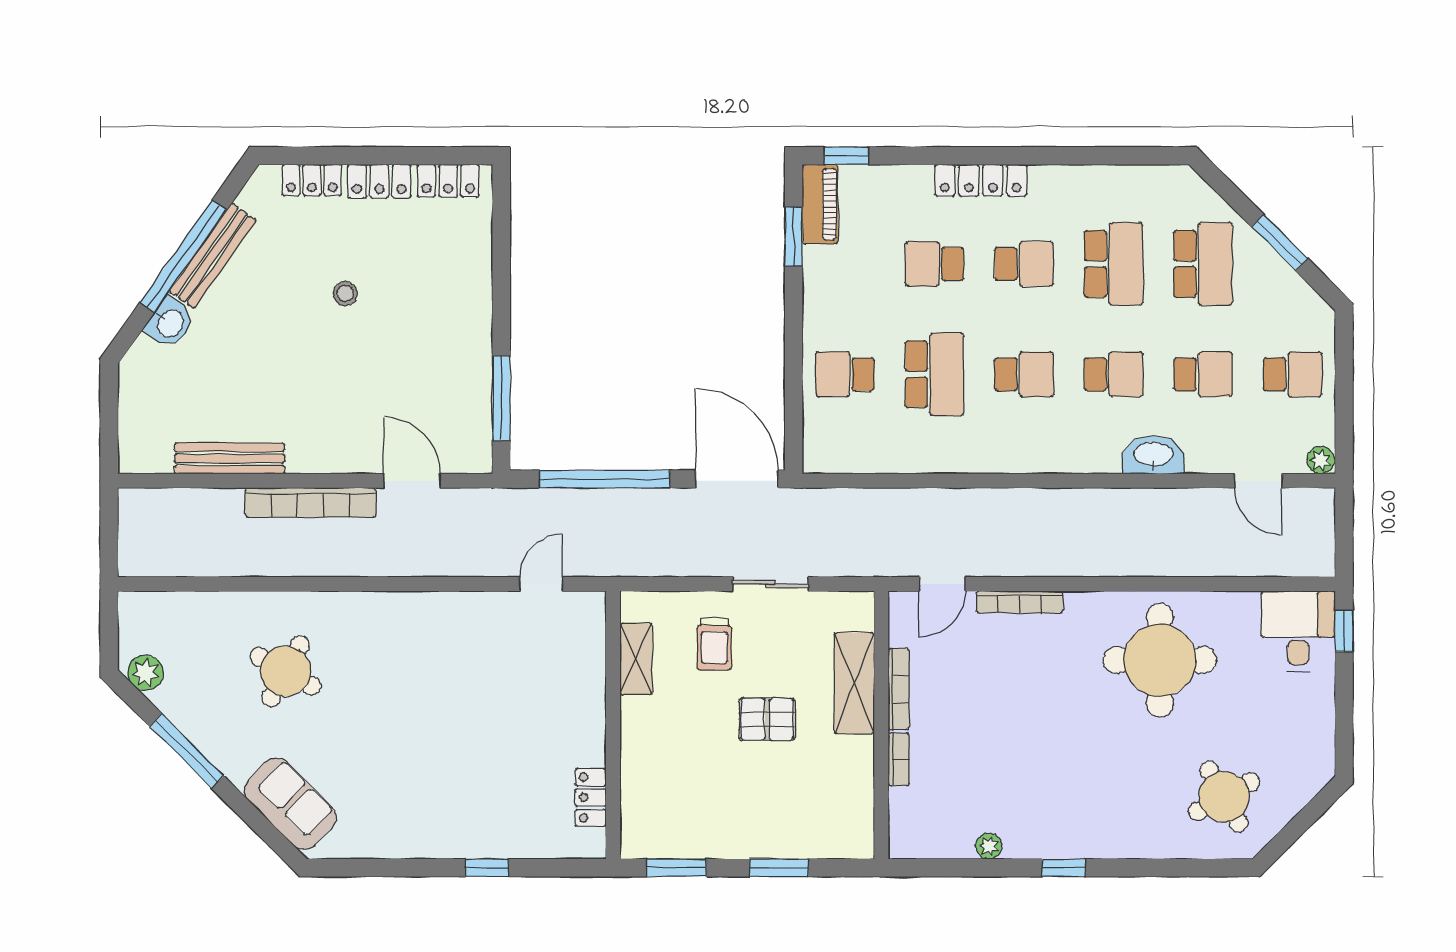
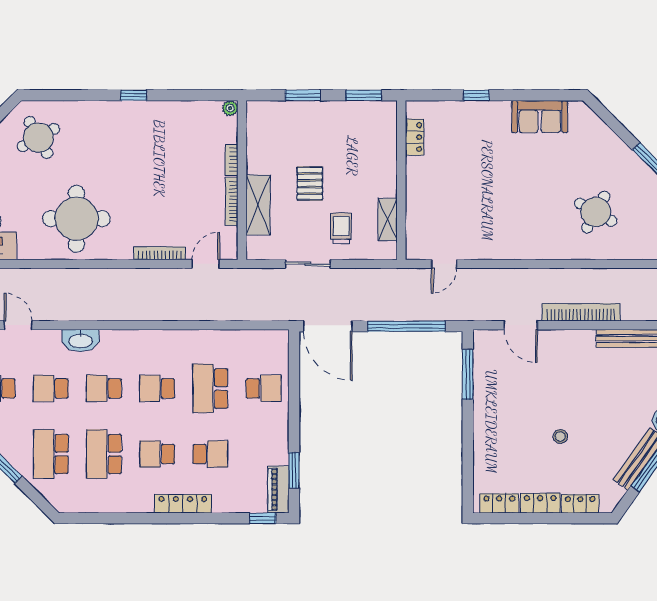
pallet: (767, 719) -> (310, 184), turned 90
sofa: (290, 804) -> (540, 117), moved, turned -45
plant: (989, 846) -> (230, 108), moved

